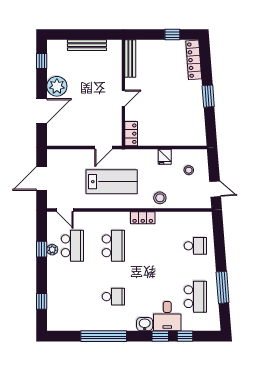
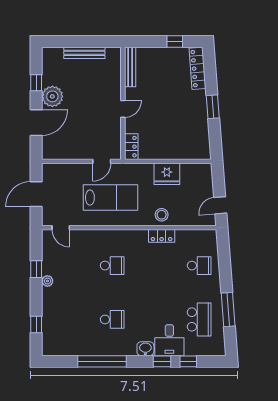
window: (42, 61) -> (36, 83), moved
fridge: (165, 157) -> (167, 174), width x1.88, depth x1.34
stool: (189, 170) -> (192, 185), removed
door: (215, 189) -> (220, 205), swing flipped
locker: (143, 218) -> (162, 236), moved
school desk: (72, 246) -> (69, 266), removed
school desk: (113, 246) -> (112, 266), width x0.54
plant: (52, 250) -> (47, 281), moved

